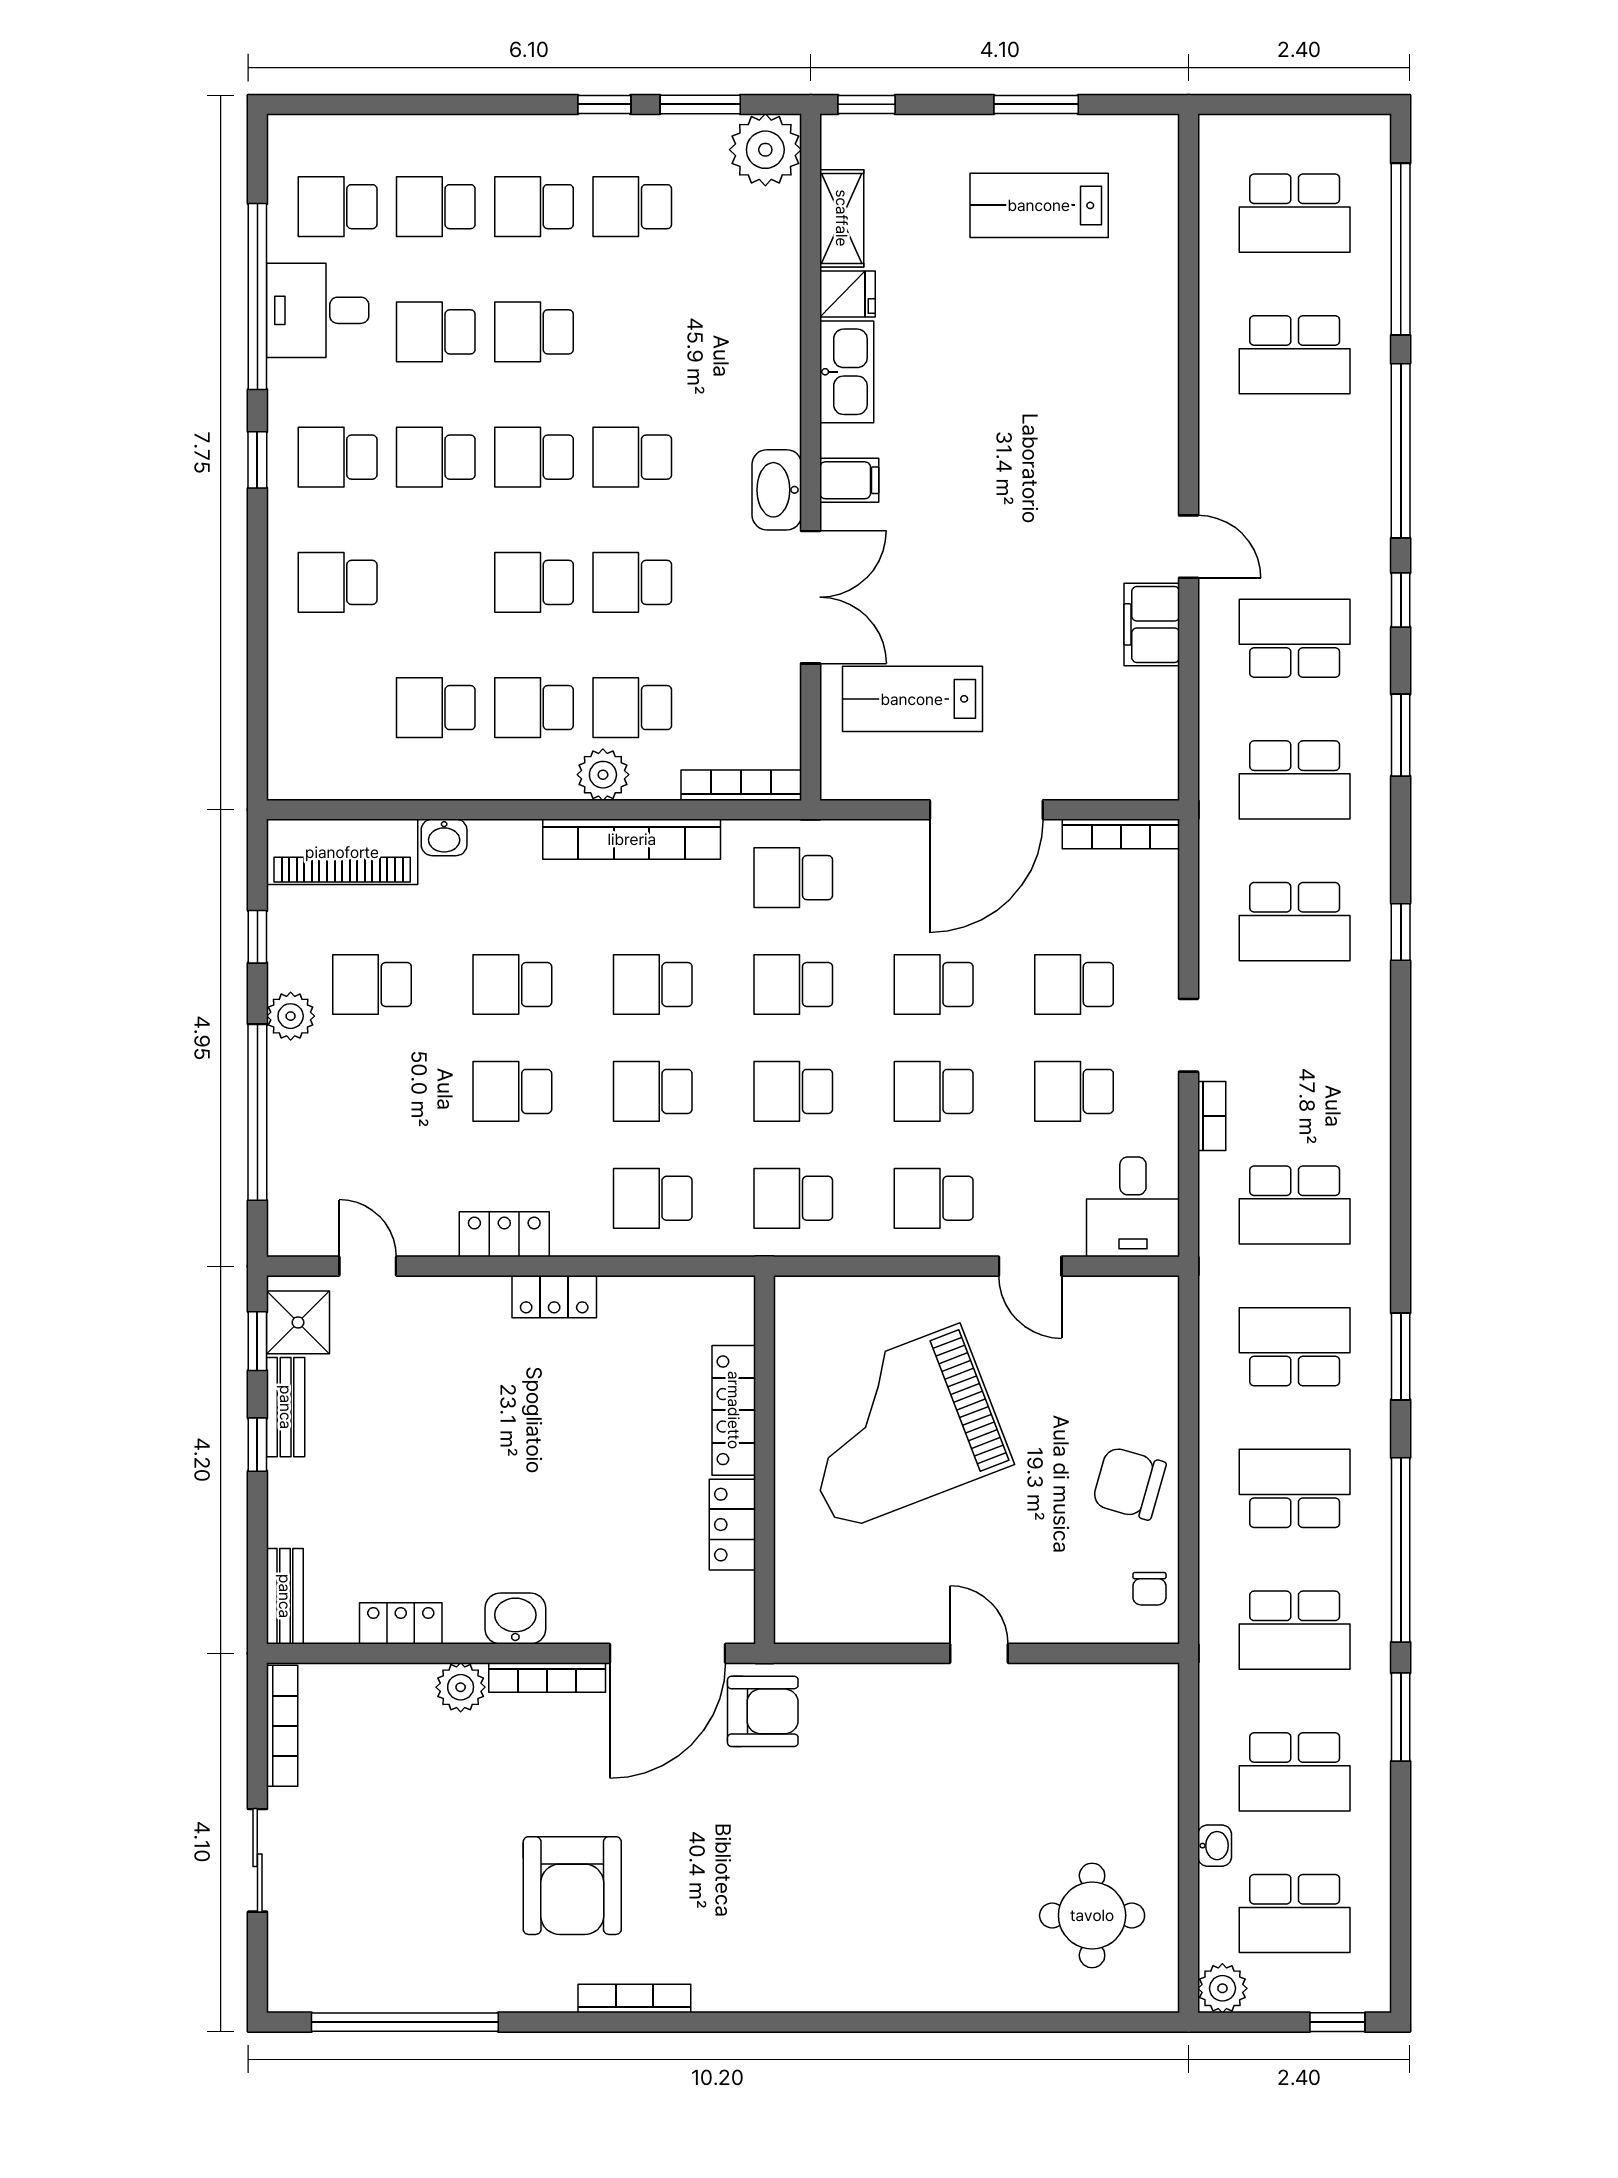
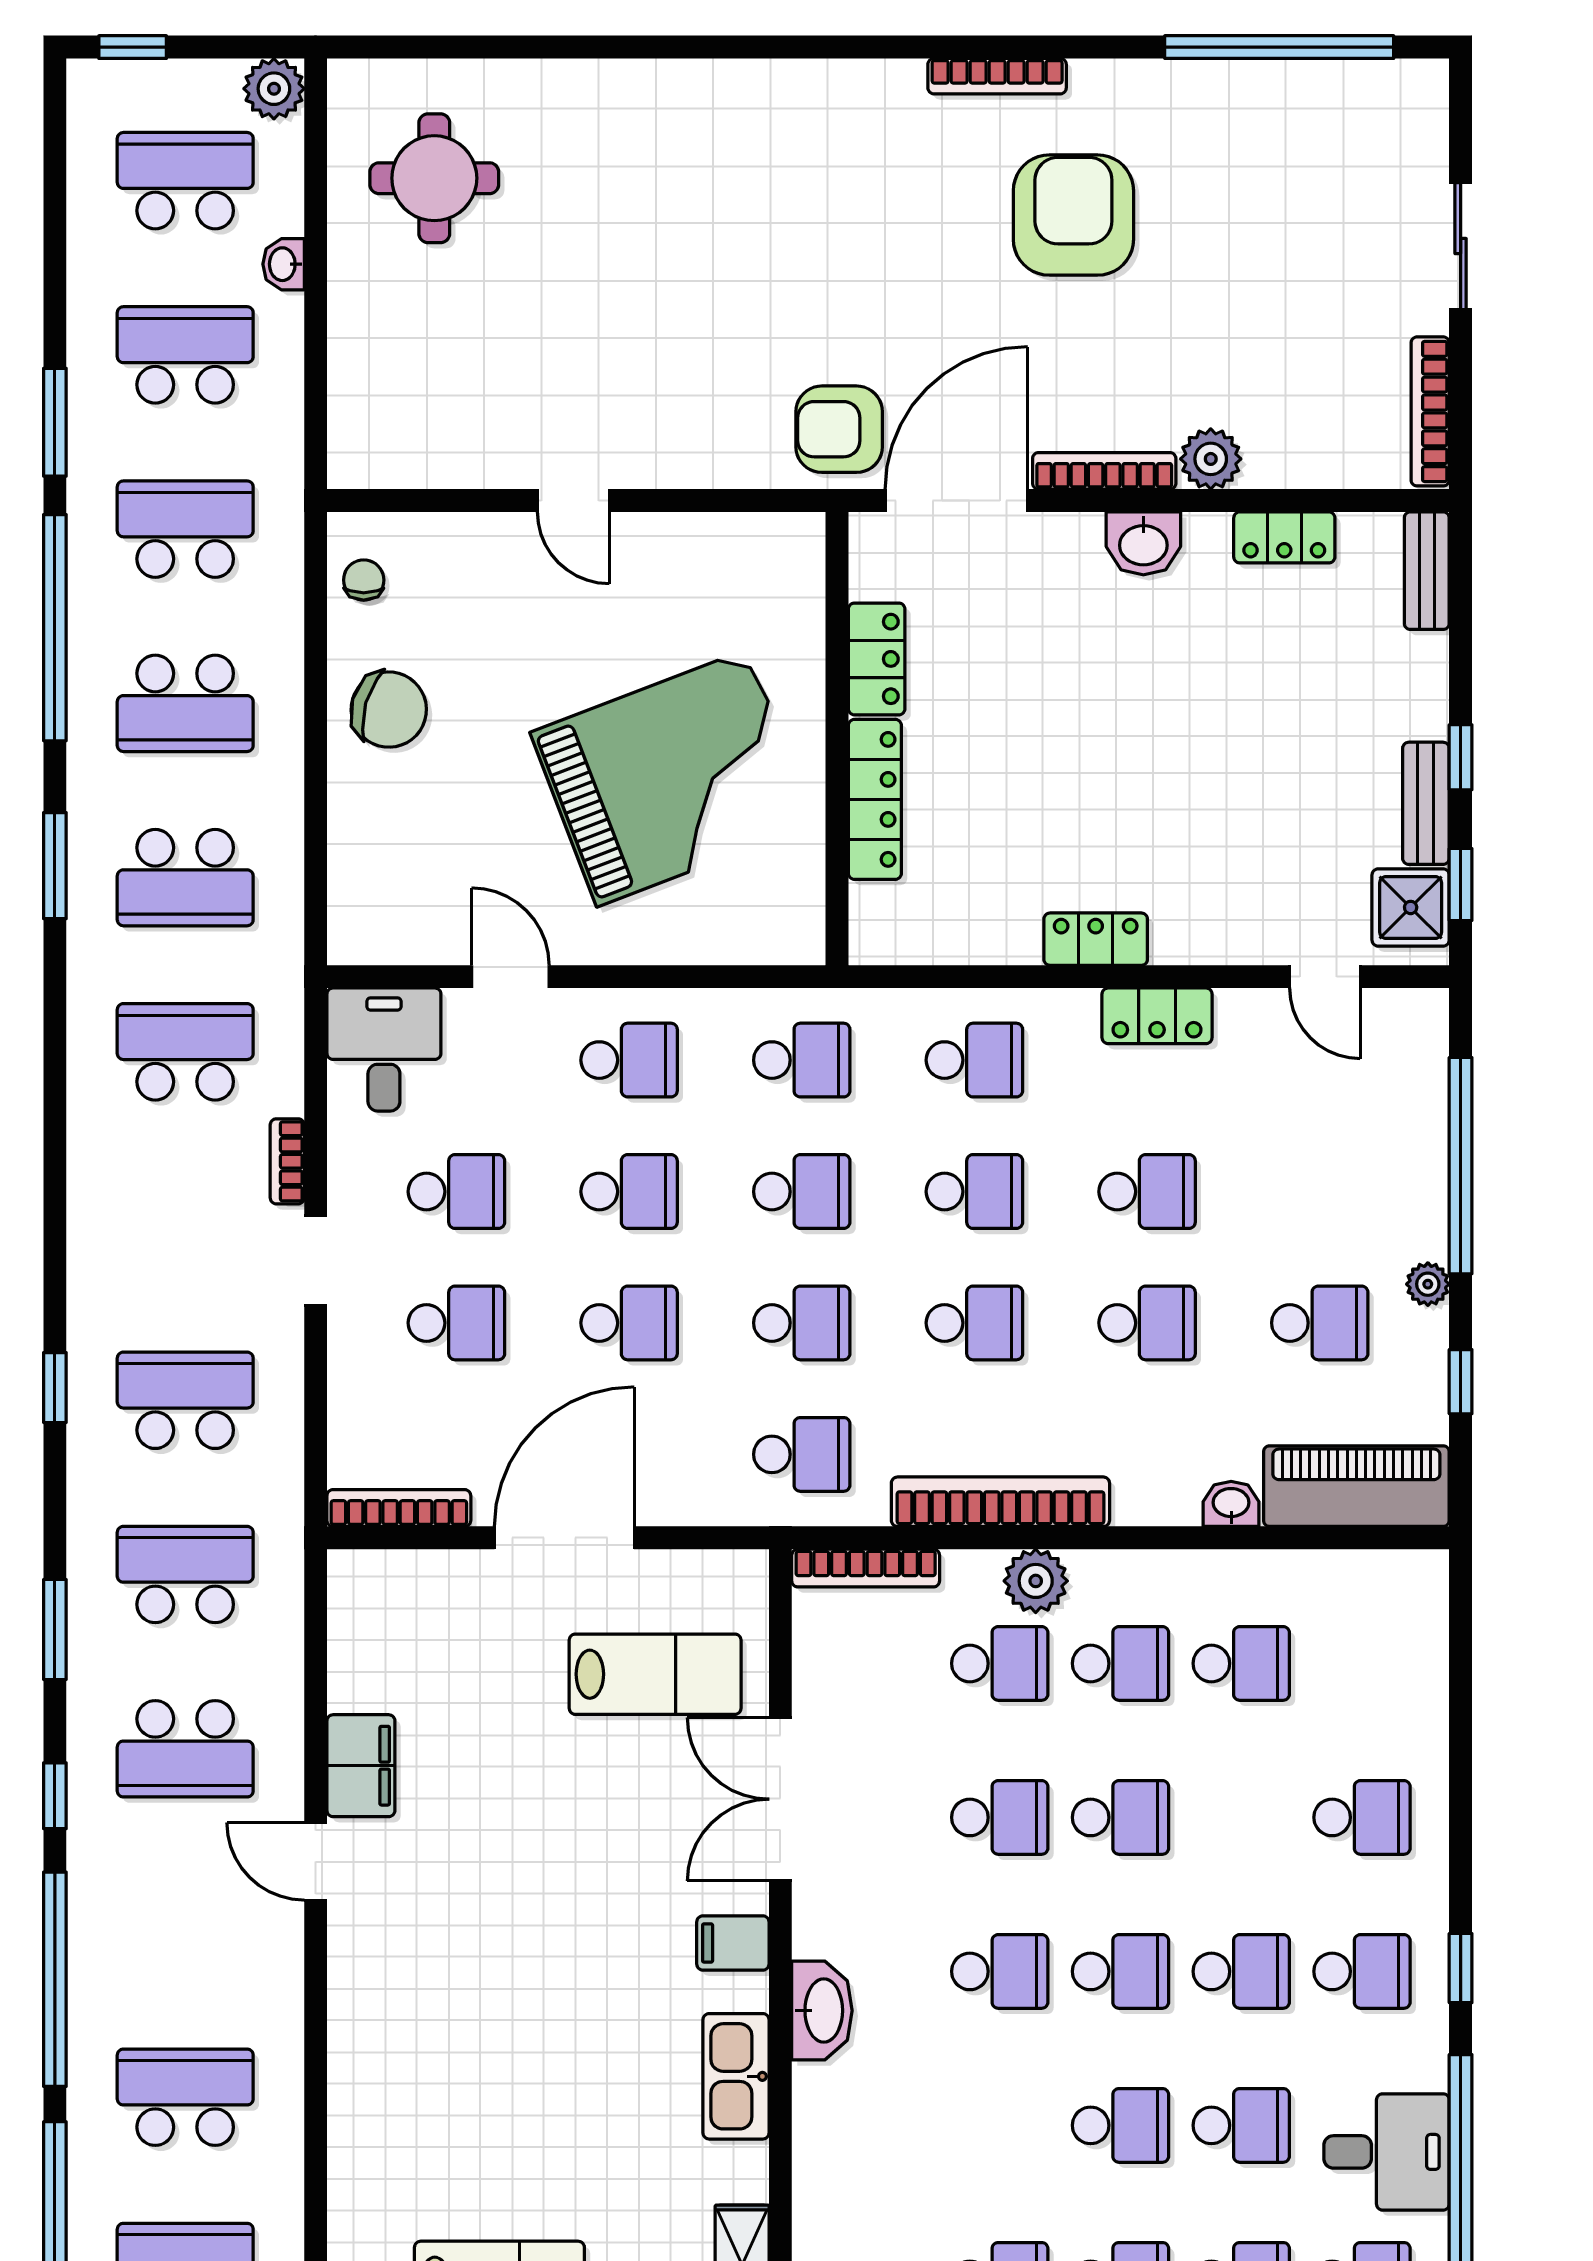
fridge: (847, 294) -> (735, 2172), removed
washbasin: (777, 490) -> (822, 2011), moved
plant: (291, 1016) -> (1428, 1284), width x0.73, depth x0.73

